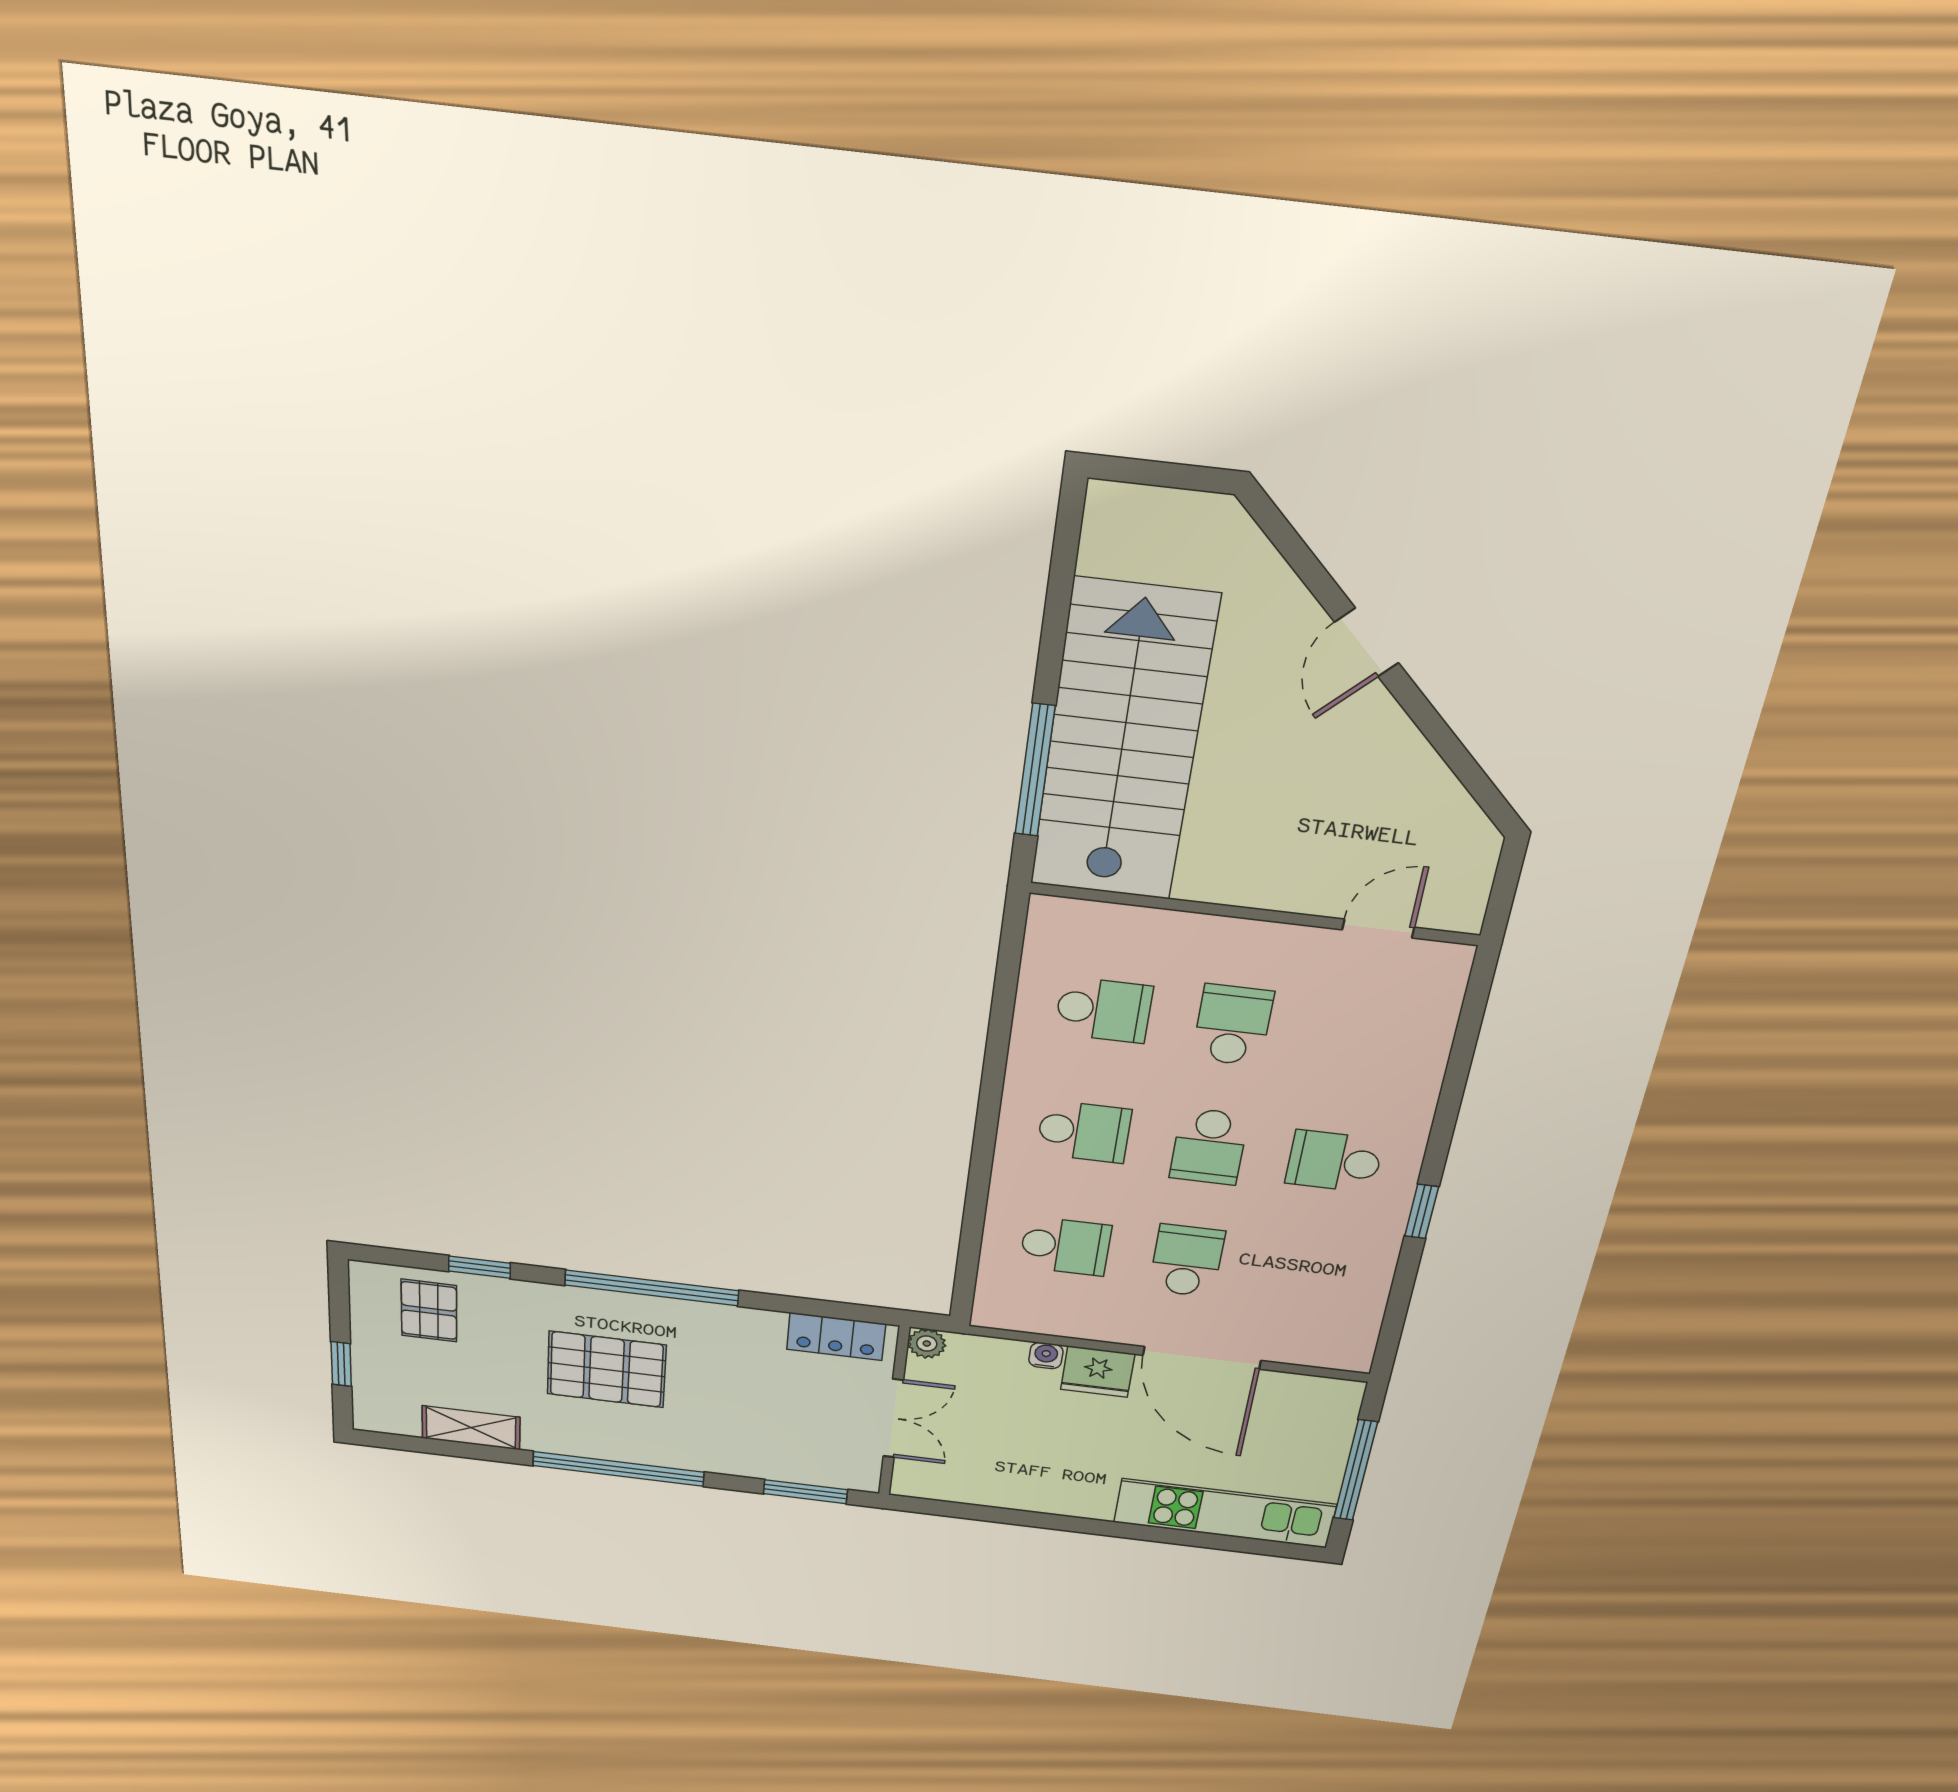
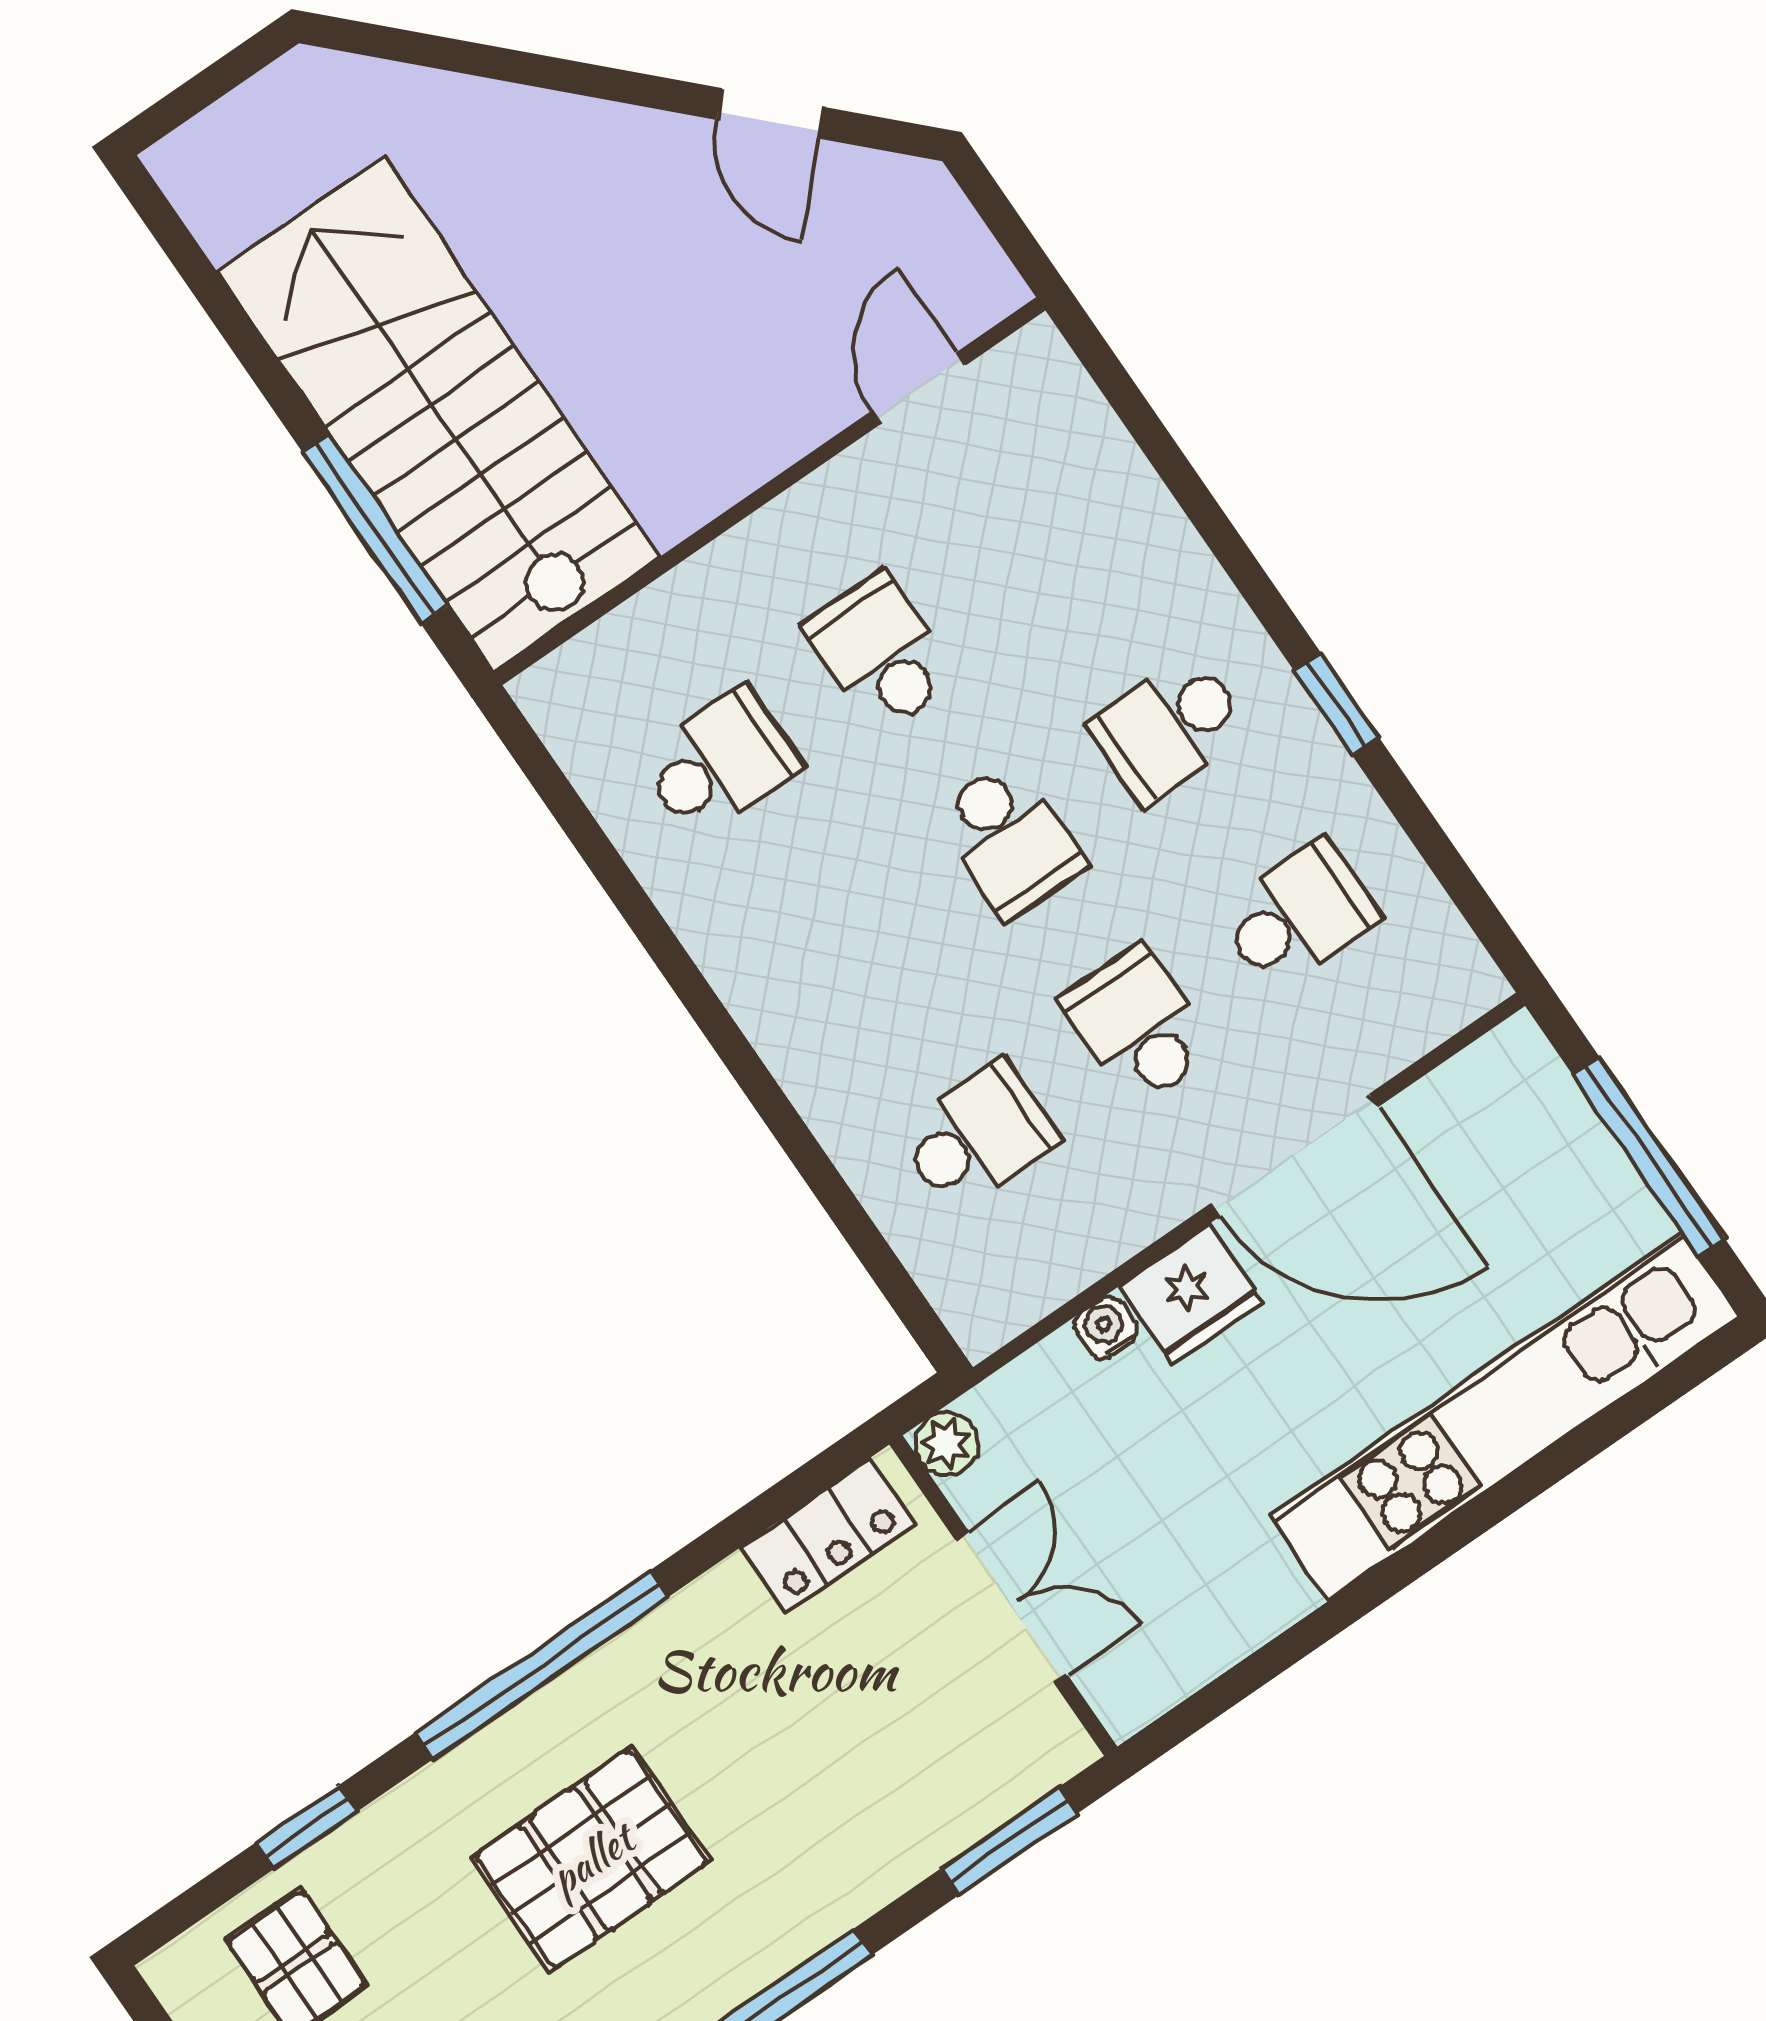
door: (1367, 642) -> (771, 113), moved
school desk: (1084, 1132) -> (1298, 915), moved
kitchen unit: (1225, 1513) -> (1505, 1417), width x1.36

